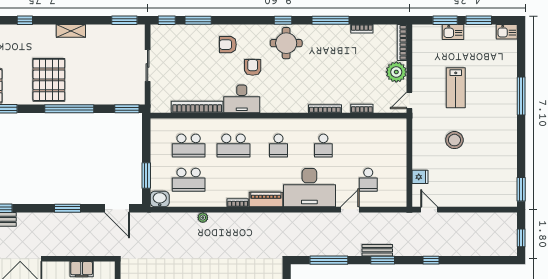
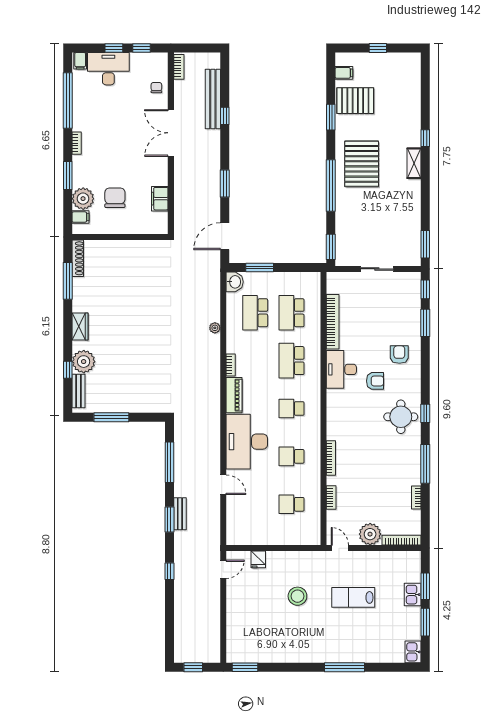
shelving: (71, 31) -> (414, 163), moved
pallet: (49, 80) -> (362, 164), turned 90
school desk: (368, 180) -> (292, 504), moved

